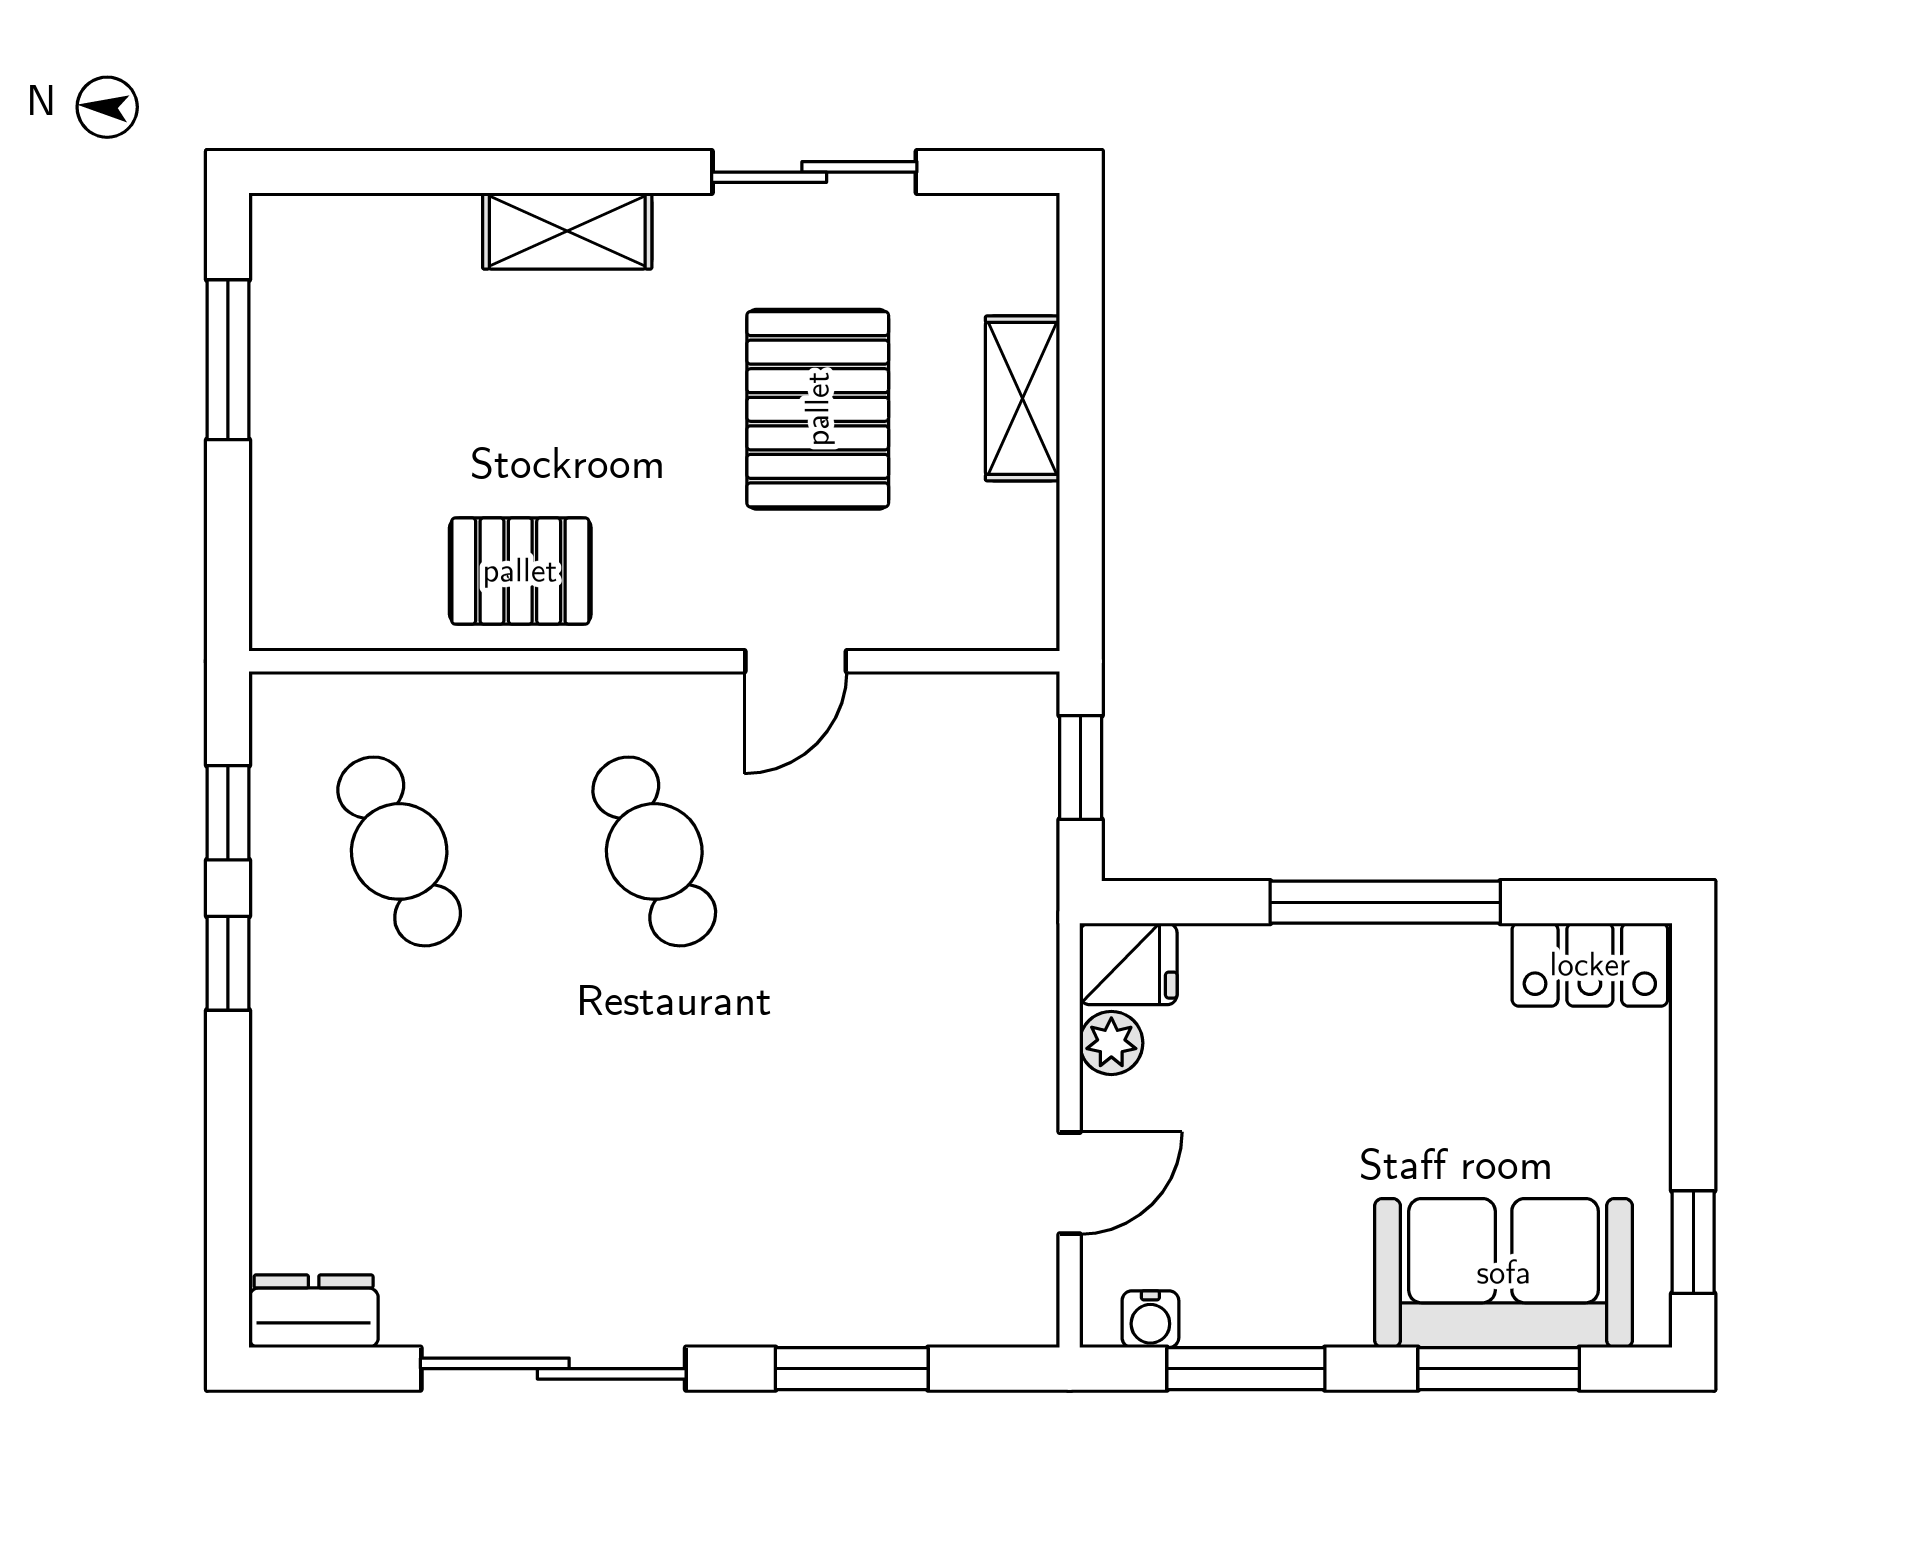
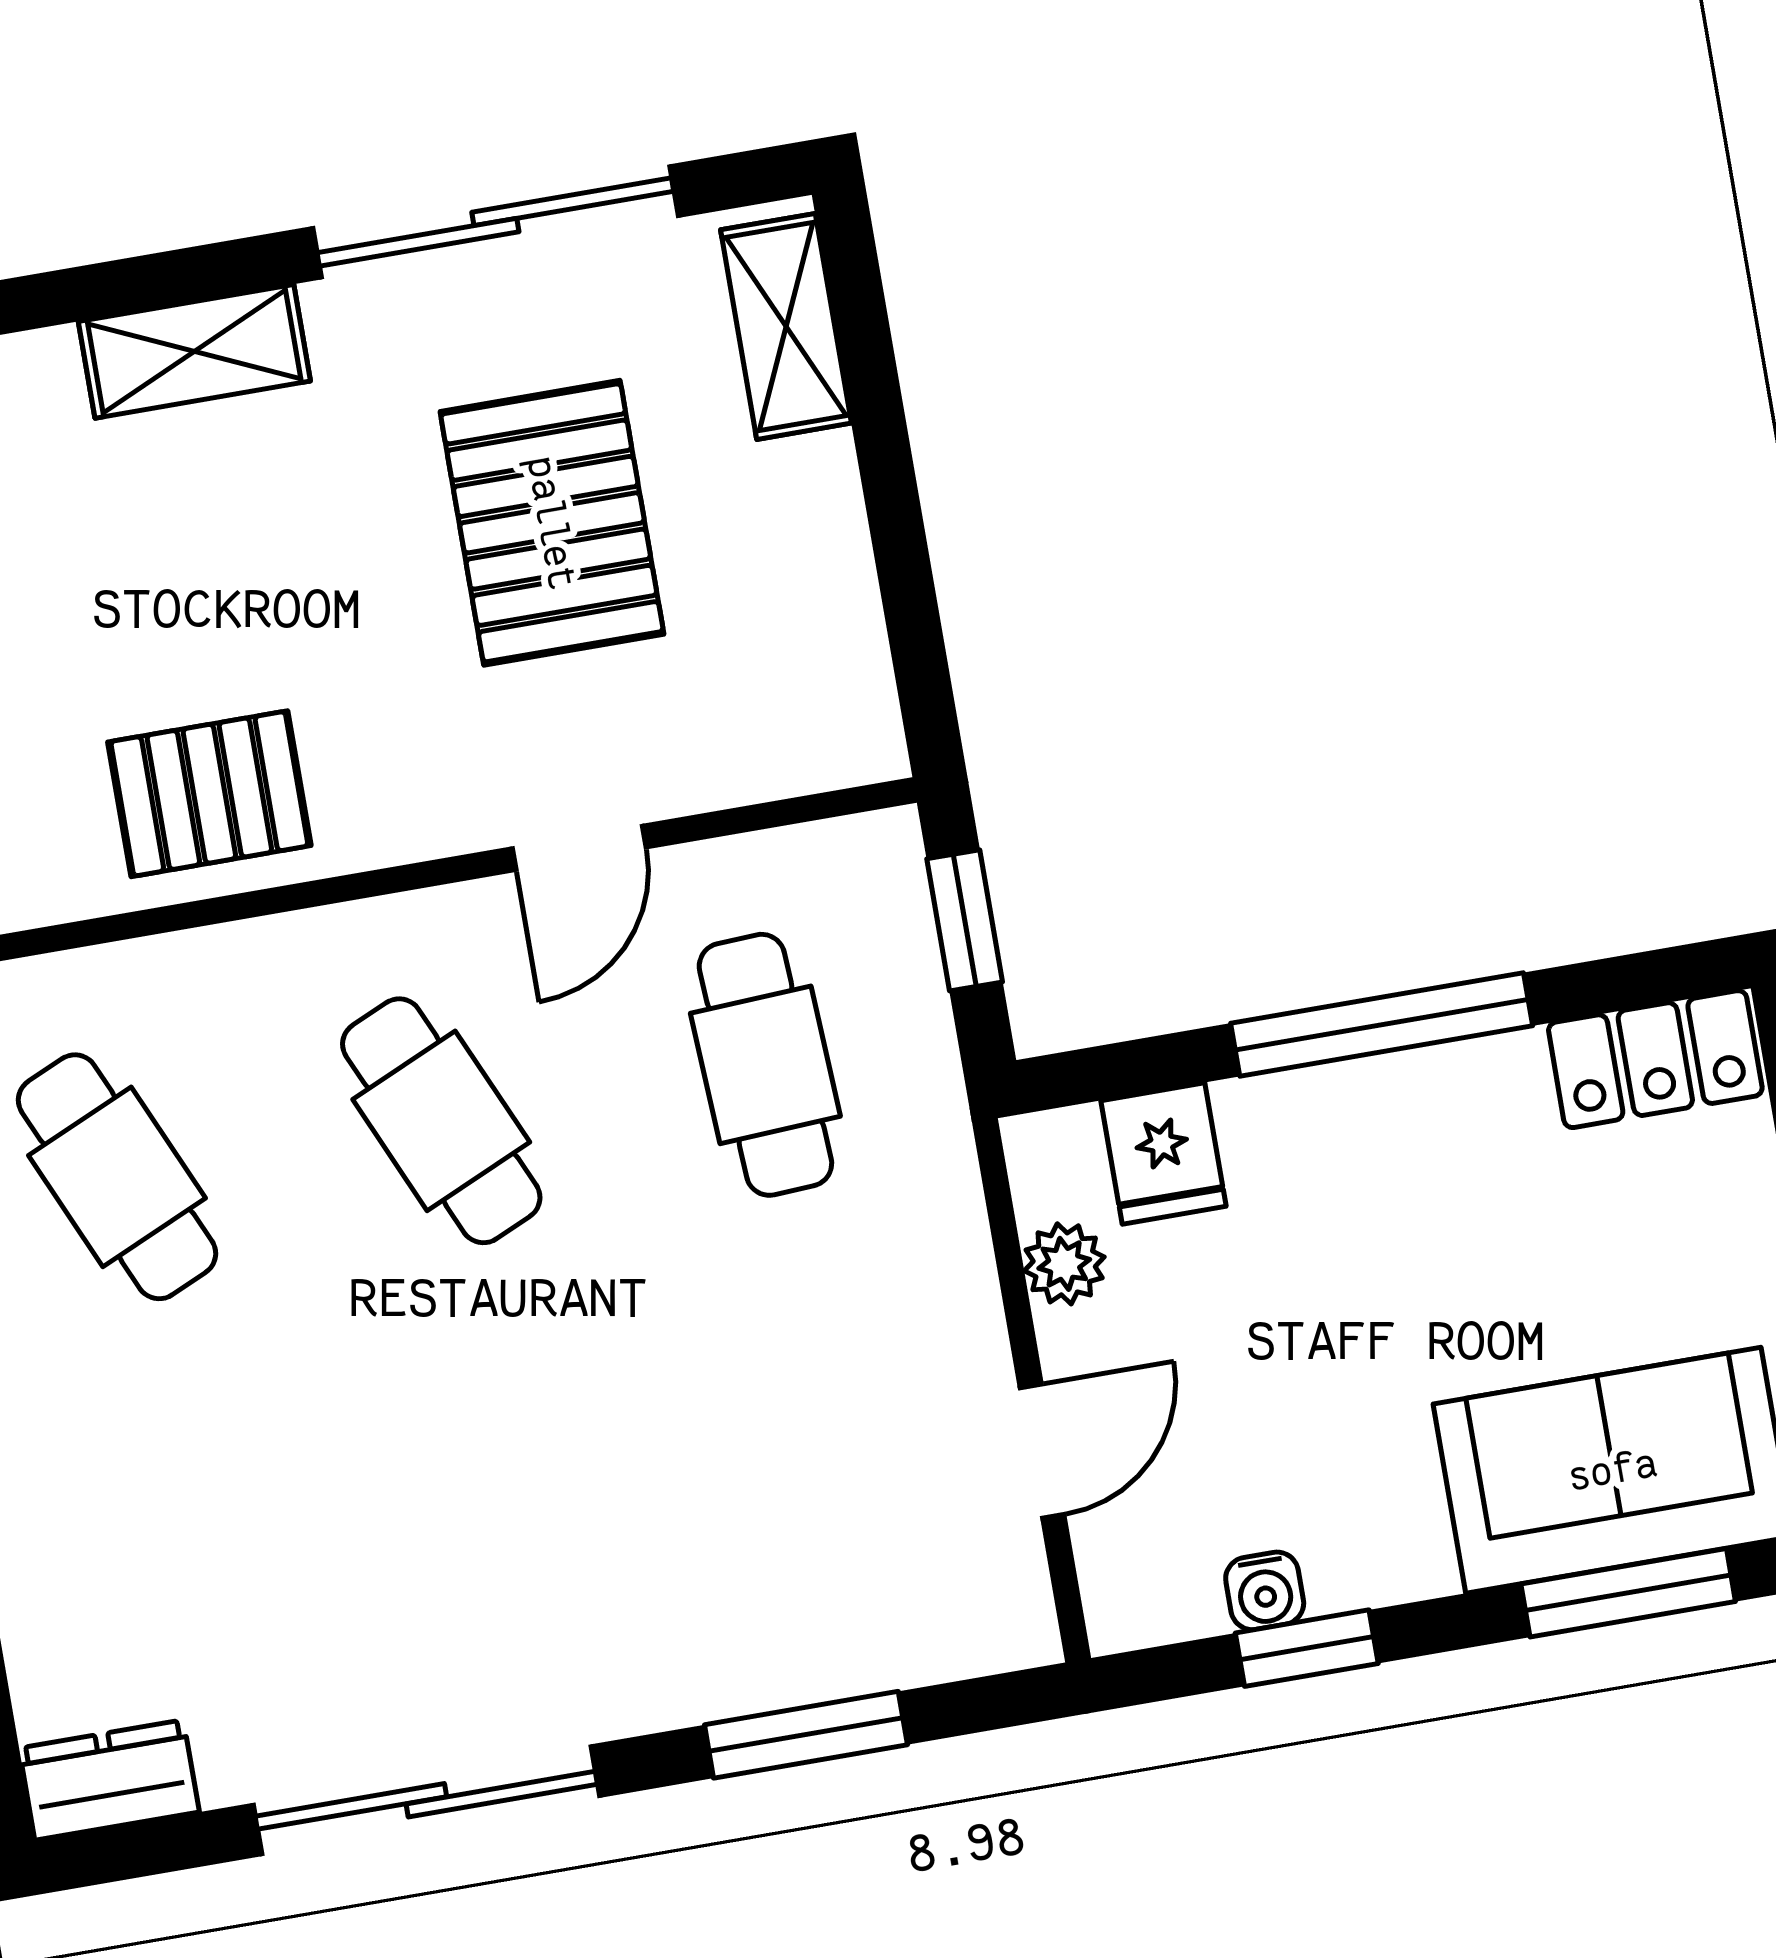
sliding door: (814, 172) -> (495, 222), width x1.37
shelving: (1022, 398) -> (786, 326), moved
cafe table: (909, 851) -> (765, 1065), added
fridge: (1128, 964) -> (1163, 1153), moved, turned 90
water cooler: (1150, 1319) -> (1265, 1591), moved
window: (1246, 1369) -> (1307, 1648), width x0.67

